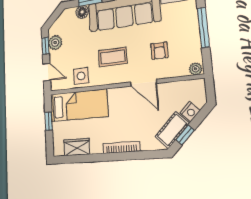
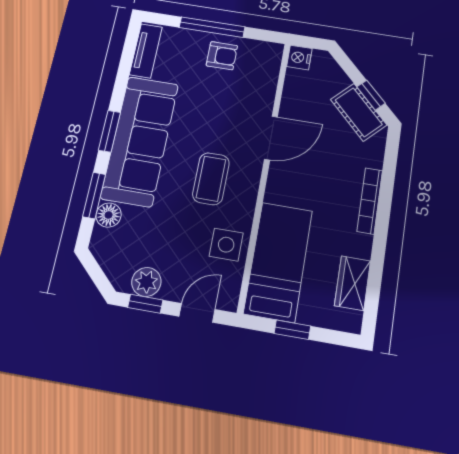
armchair: (159, 51) -> (222, 56), moved
plant: (196, 69) -> (273, 54), removed
nightstand: (190, 112) -> (299, 58), moved, turned -135

